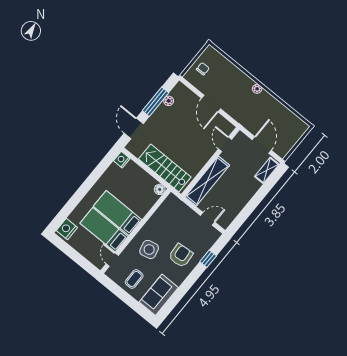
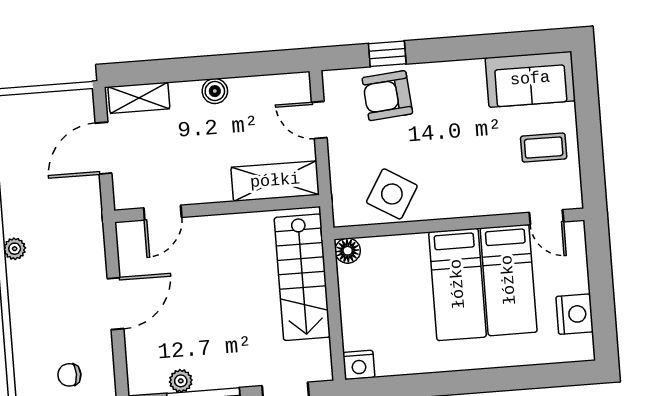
shelving: (207, 181) -> (275, 181), width x0.68
boiler: (247, 195) -> (215, 91), added
nightstand: (67, 229) -> (575, 314), moved, turned -90
side table: (149, 249) -> (392, 194), moved, turned 45
armchair: (181, 255) -> (387, 96), moved
door: (112, 260) -> (546, 217), hinge flipped

